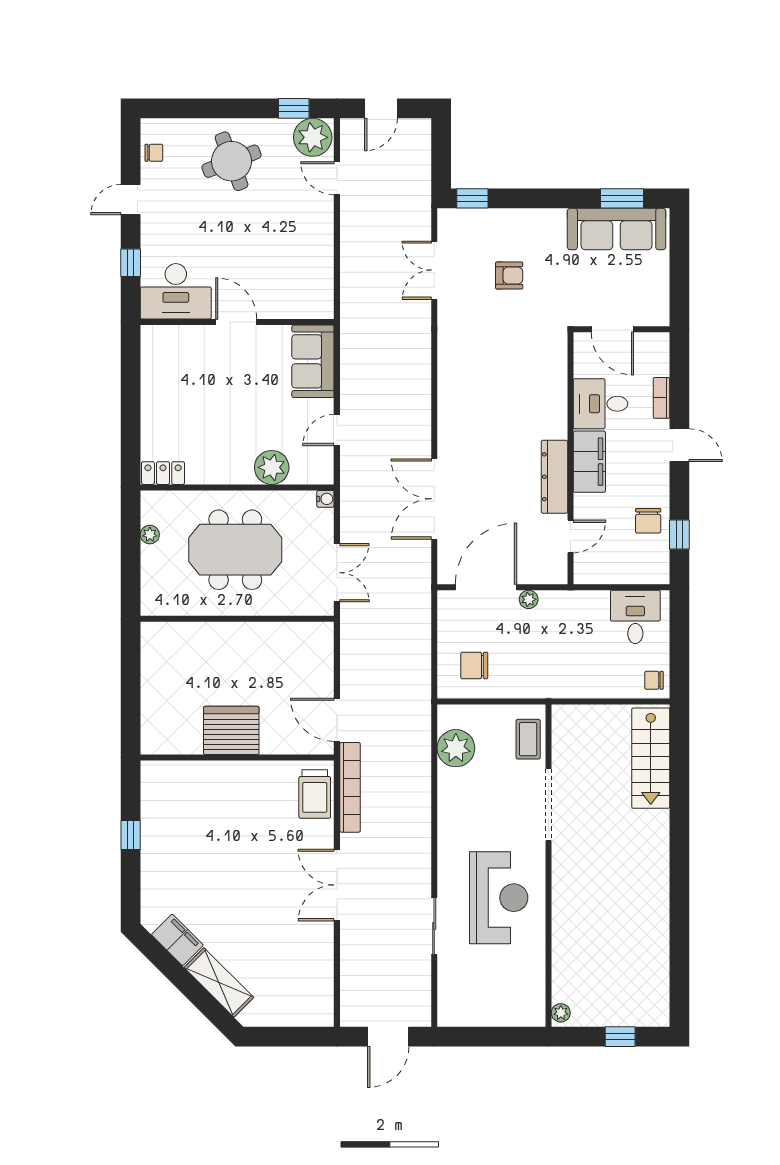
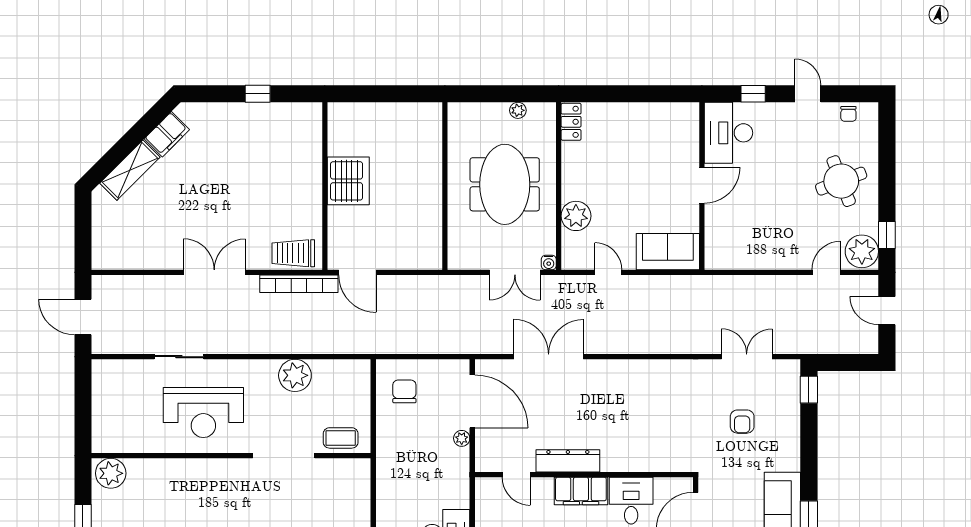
double door: (337, 573) -> (515, 272), moved
door: (337, 720) -> (357, 272), swing flipped
plant: (456, 748) -> (295, 375), moved
plant: (561, 1013) -> (111, 473), width x1.88, depth x1.88

